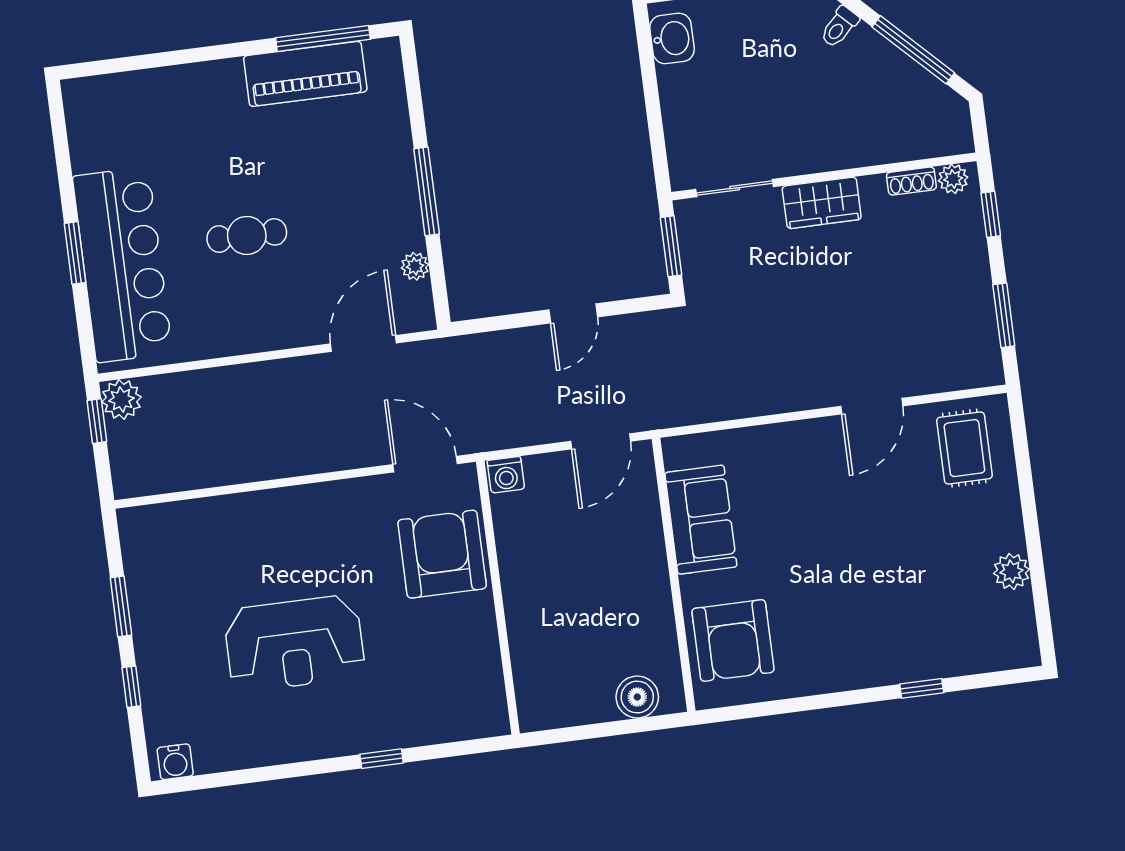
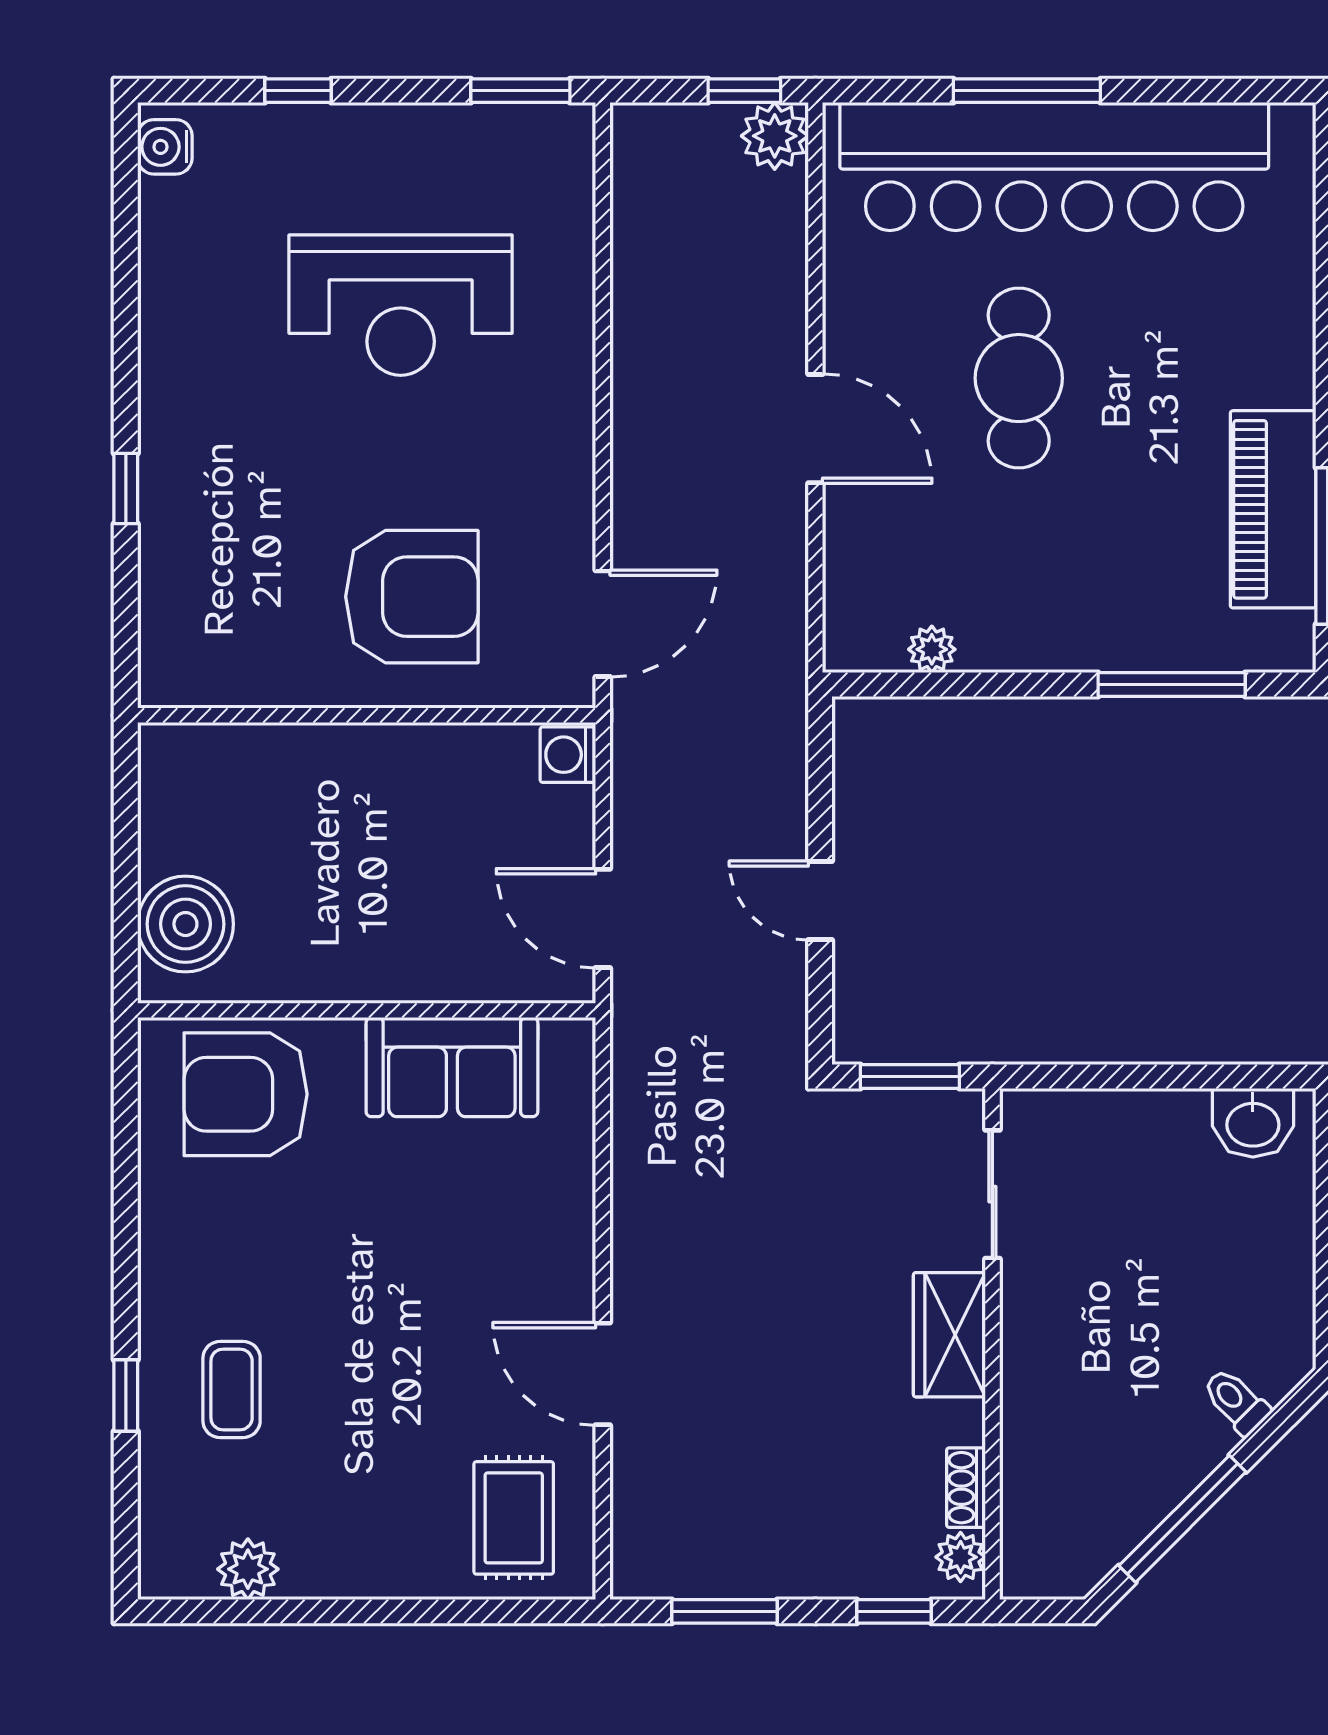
window: (427, 191) -> (1172, 684), moved
cafe table: (247, 235) -> (1019, 378), width x1.37, depth x1.35
window: (75, 253) -> (1027, 91), width x1.44
bar counter: (122, 265) -> (1054, 166), width x1.36
door: (363, 343) -> (815, 429), moved
rug: (964, 448) -> (514, 1518), turned 90
armchair: (442, 554) -> (412, 597), moved
plant: (1011, 571) -> (248, 1569), moved
window: (121, 606) -> (520, 91), moved
coffee table: (910, 626) -> (232, 1389), added
reception desk: (294, 644) -> (401, 305), moved, turned -90
boiler: (637, 697) -> (185, 924), width x1.37, depth x1.37

